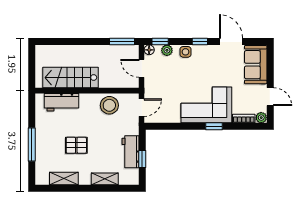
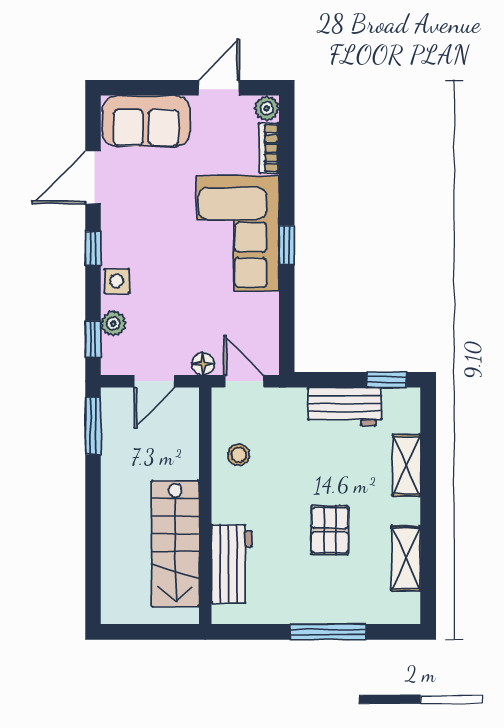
floor lamp: (149, 50) -> (203, 364), moved
stool: (109, 105) -> (239, 455), width x0.53, depth x0.53
window: (214, 126) -> (287, 245), moved
window: (142, 159) -> (387, 380), moved

